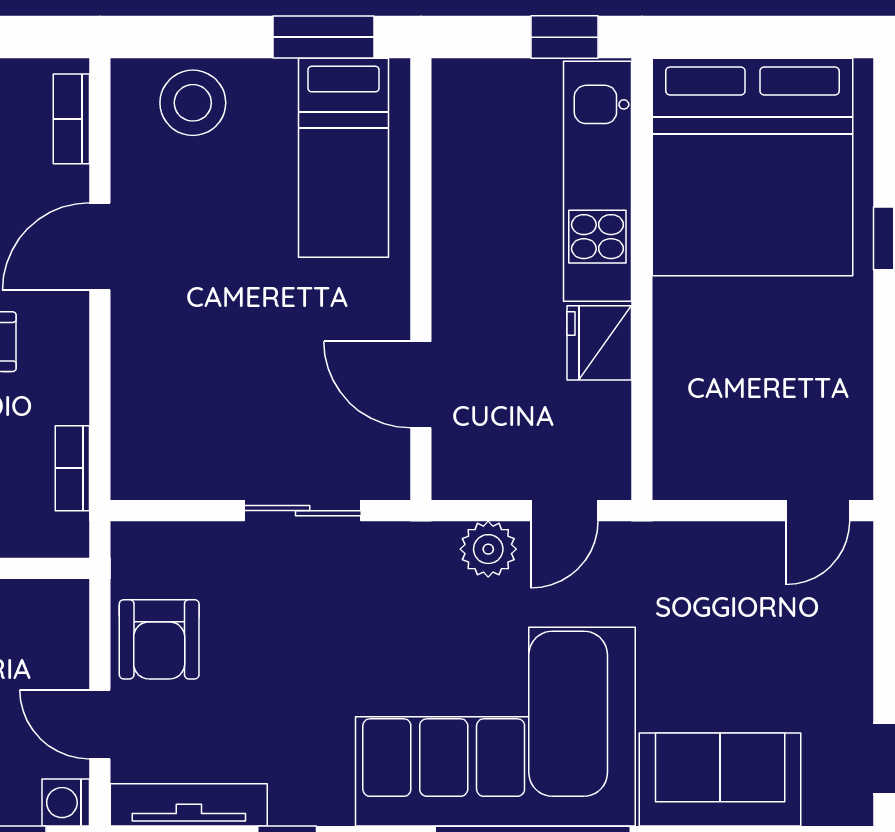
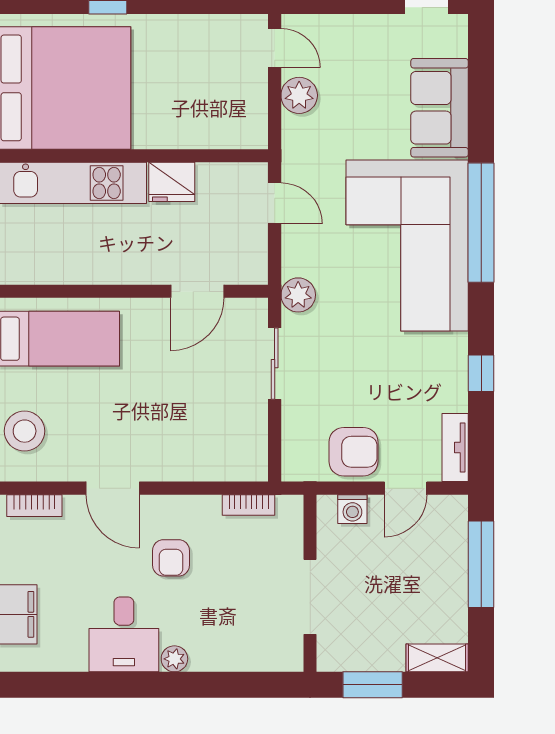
plant: (488, 549) -> (298, 295), moved
plant: (740, 551) -> (299, 95), added
washing machine: (66, 803) -> (352, 509), moved
tv unit: (189, 805) -> (455, 447), width x0.71

